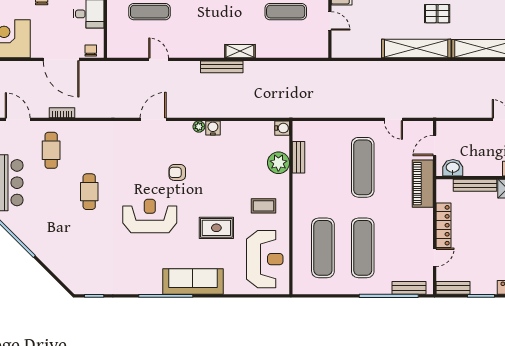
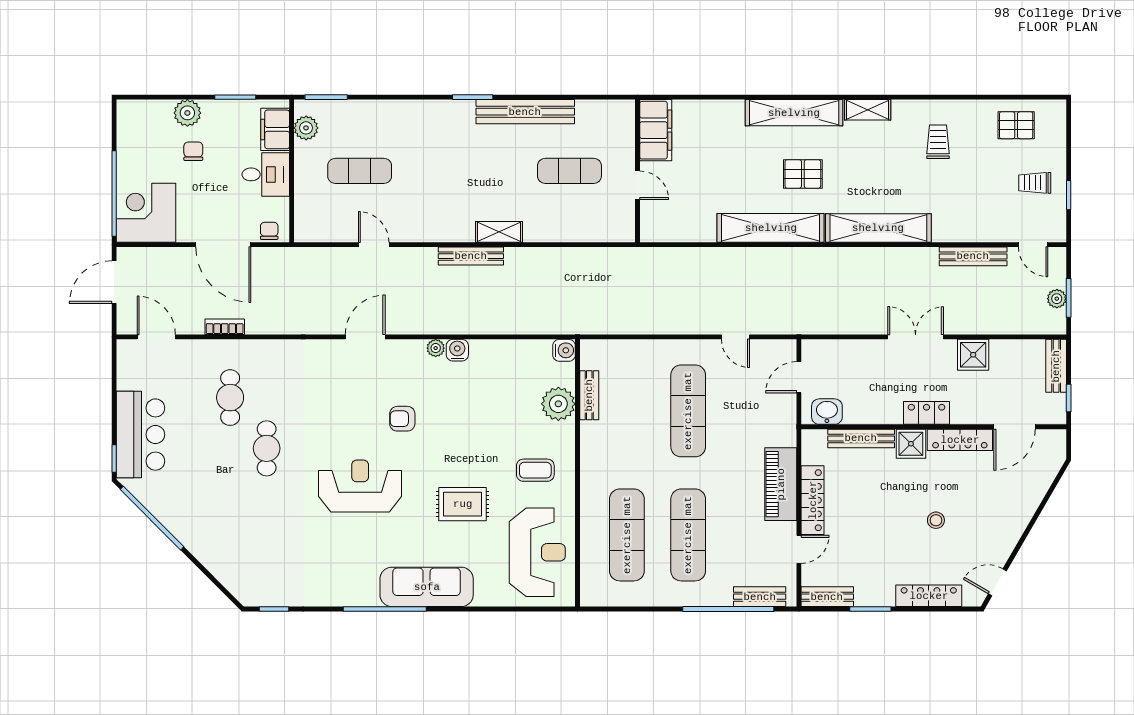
cafe table: (51, 150) -> (230, 398), moved
piano: (423, 184) -> (781, 484), moved

